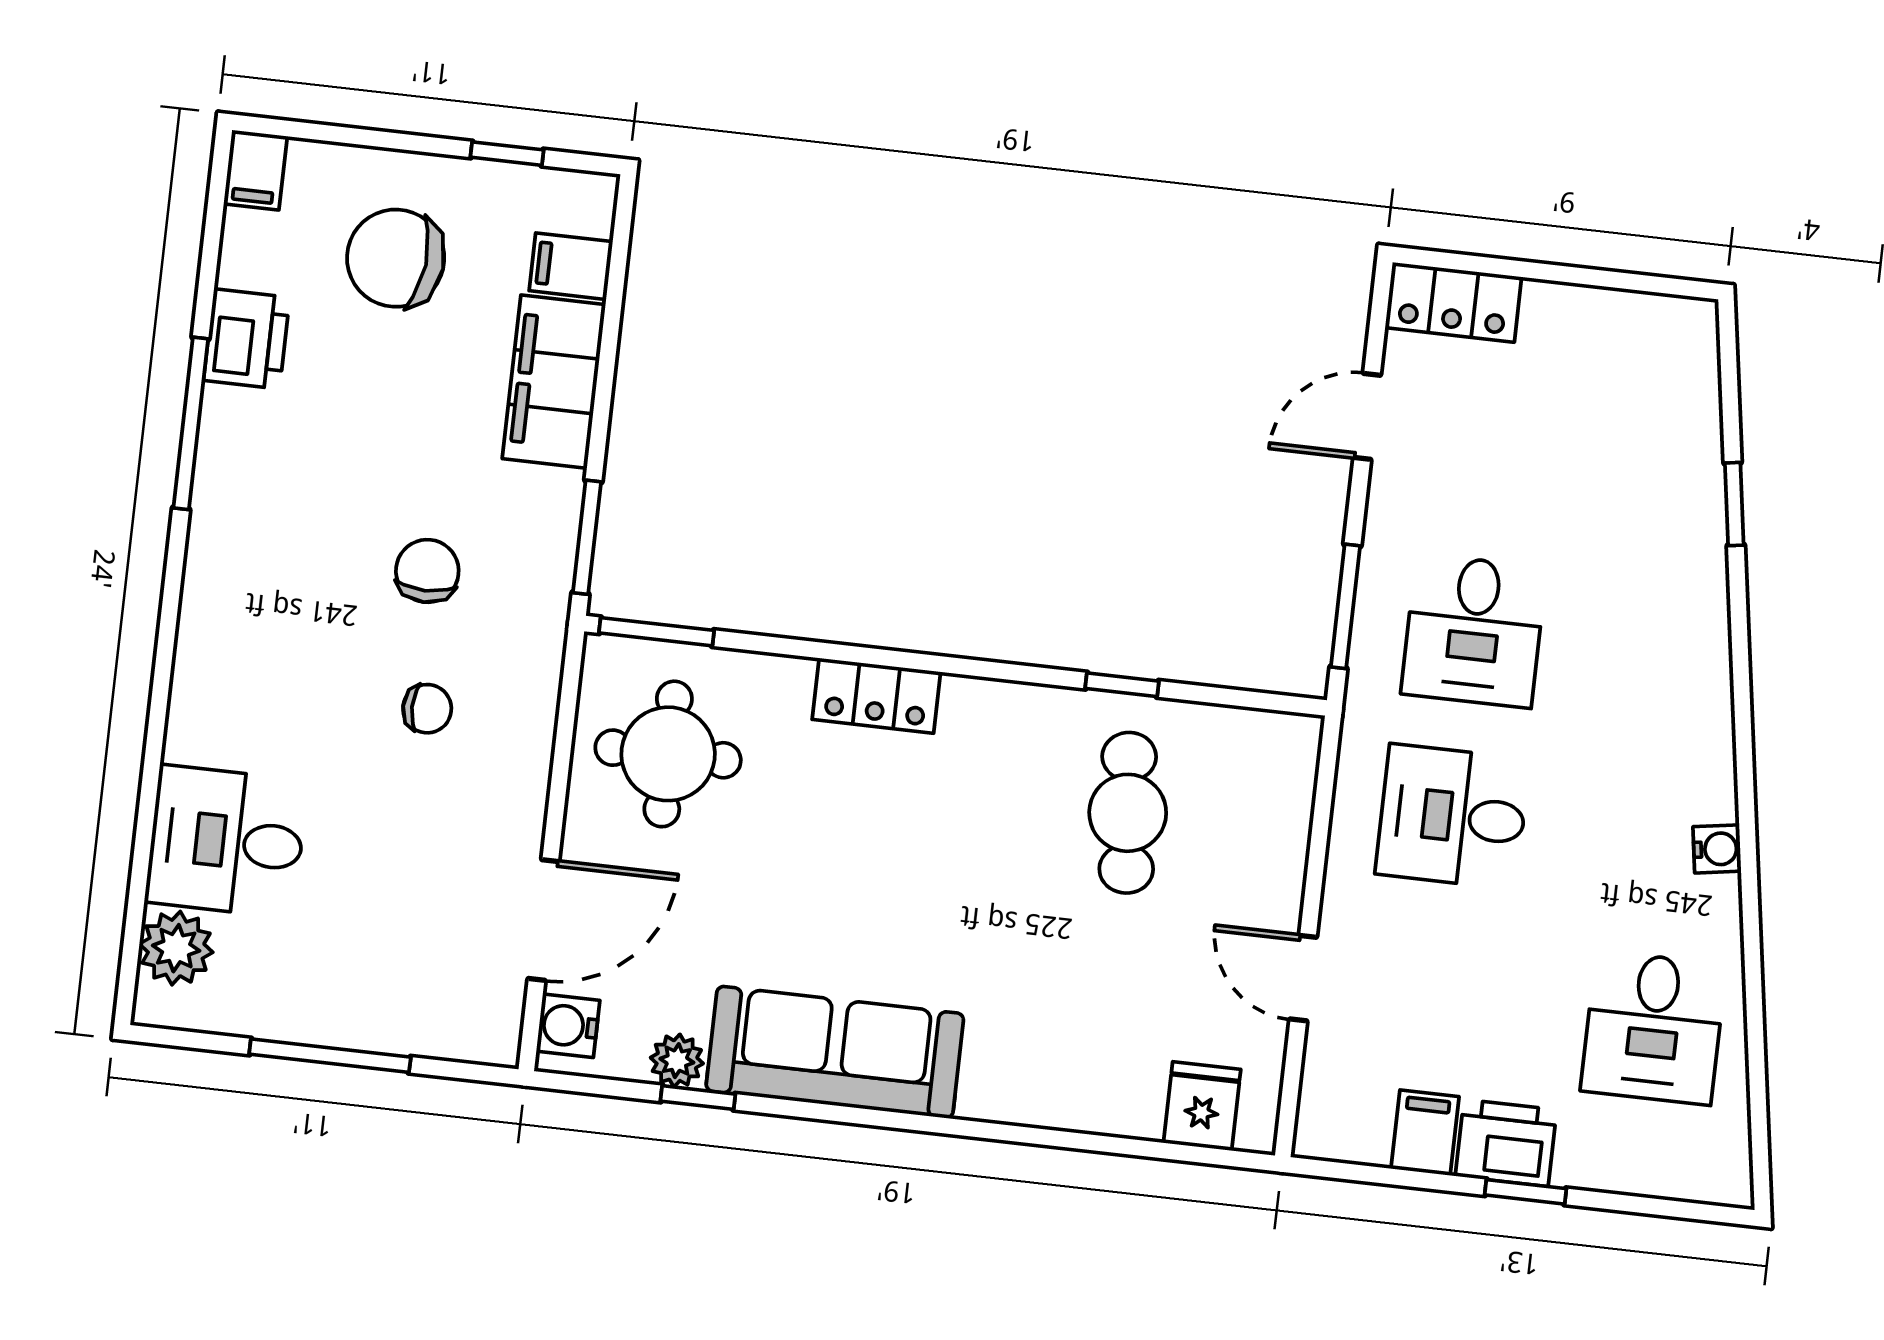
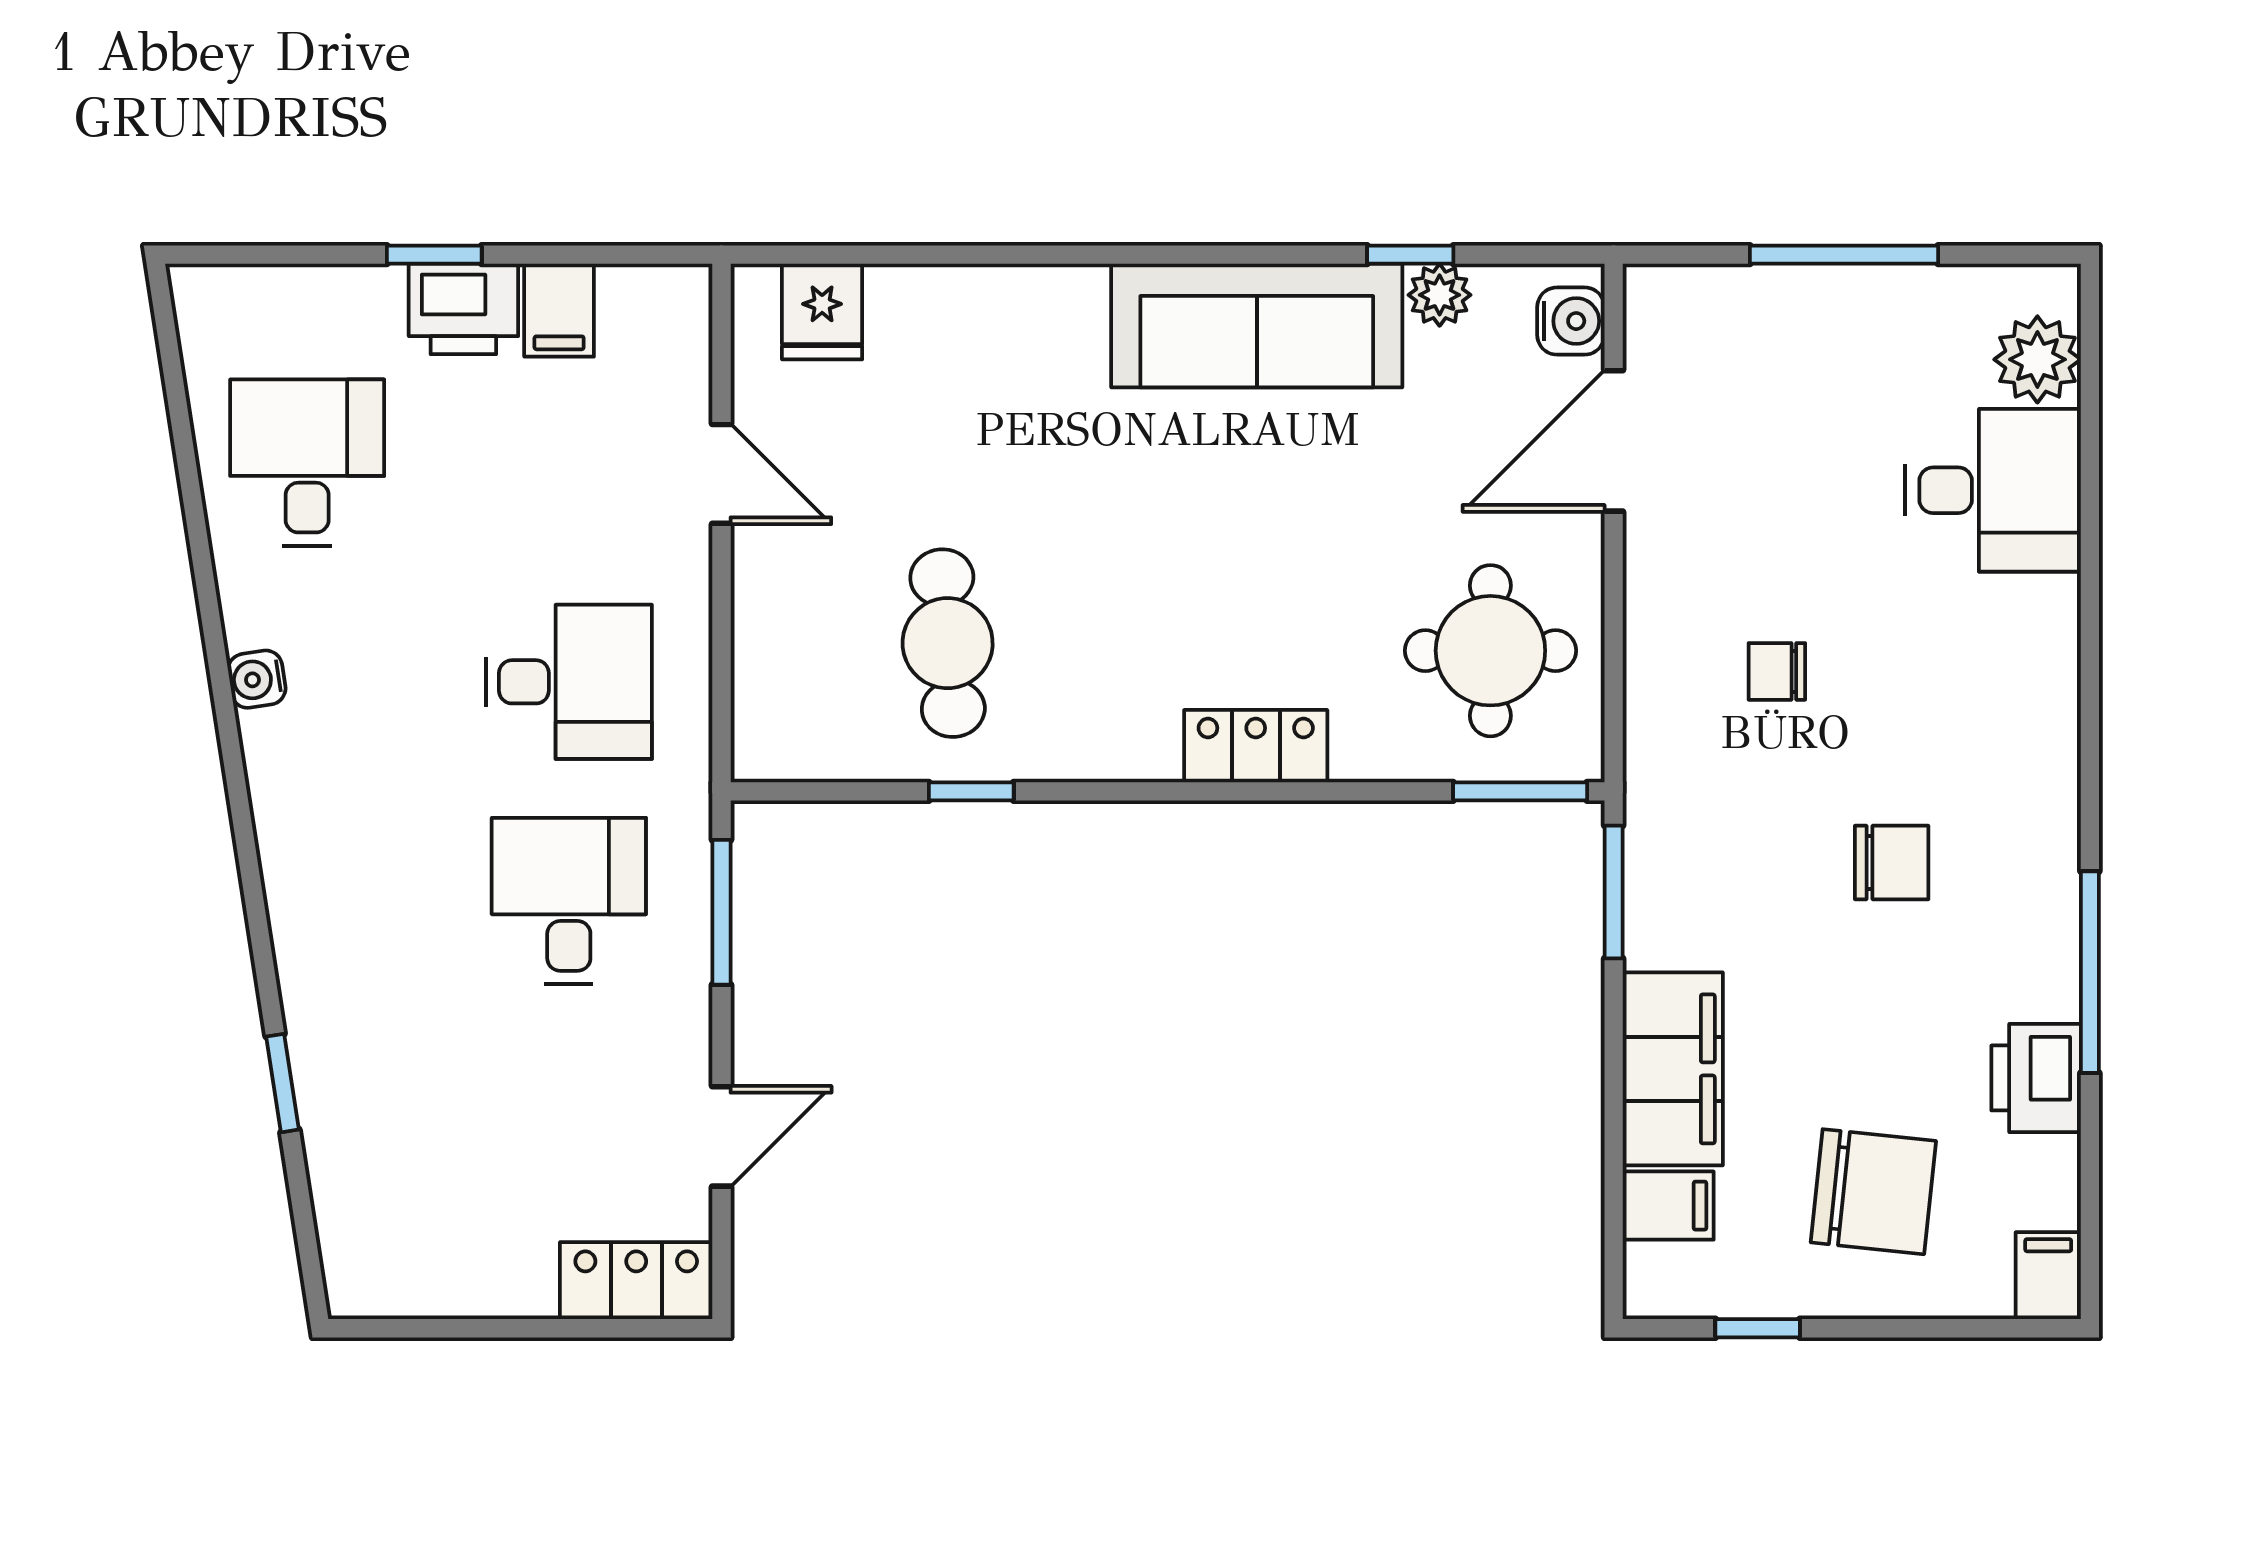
chair: (427, 571) -> (1892, 862), moved, turned -90

